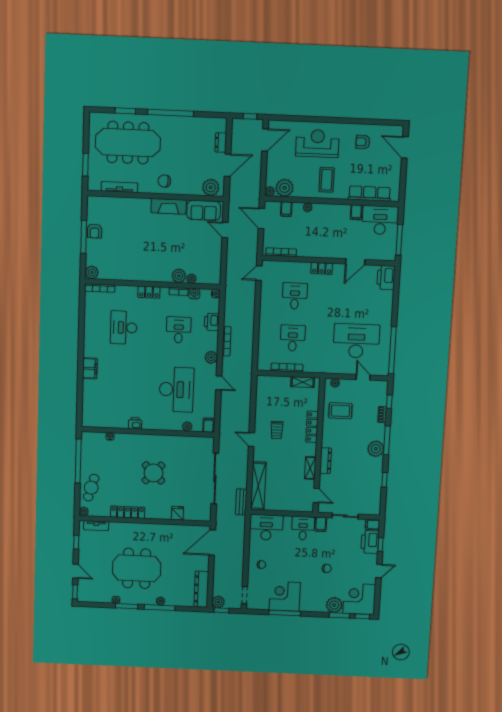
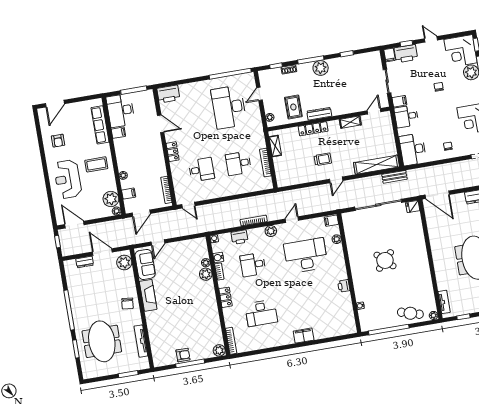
meeting table: (128, 143) -> (102, 341), width x0.73
desk: (295, 296) -> (201, 170), turned 180
dresser: (326, 461) -> (319, 114), moved
locker: (128, 512) -> (426, 276), removed
fridge: (177, 513) -> (413, 206), moved

